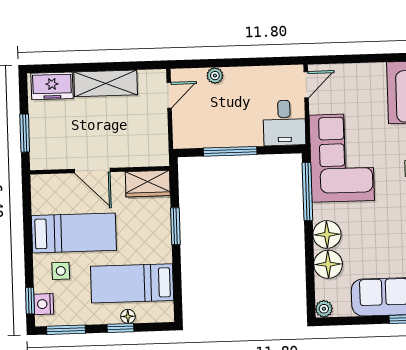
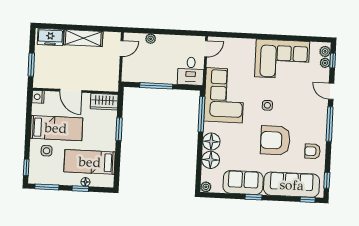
nightstand: (44, 304) -> (38, 97), moved

